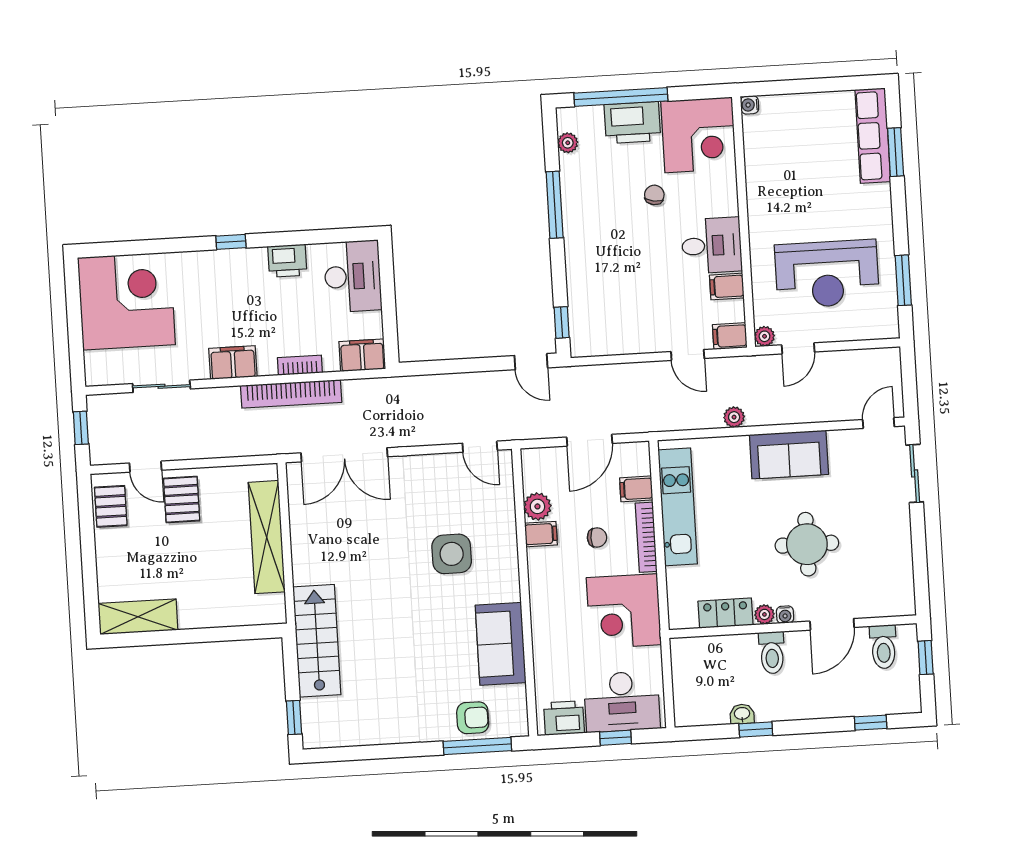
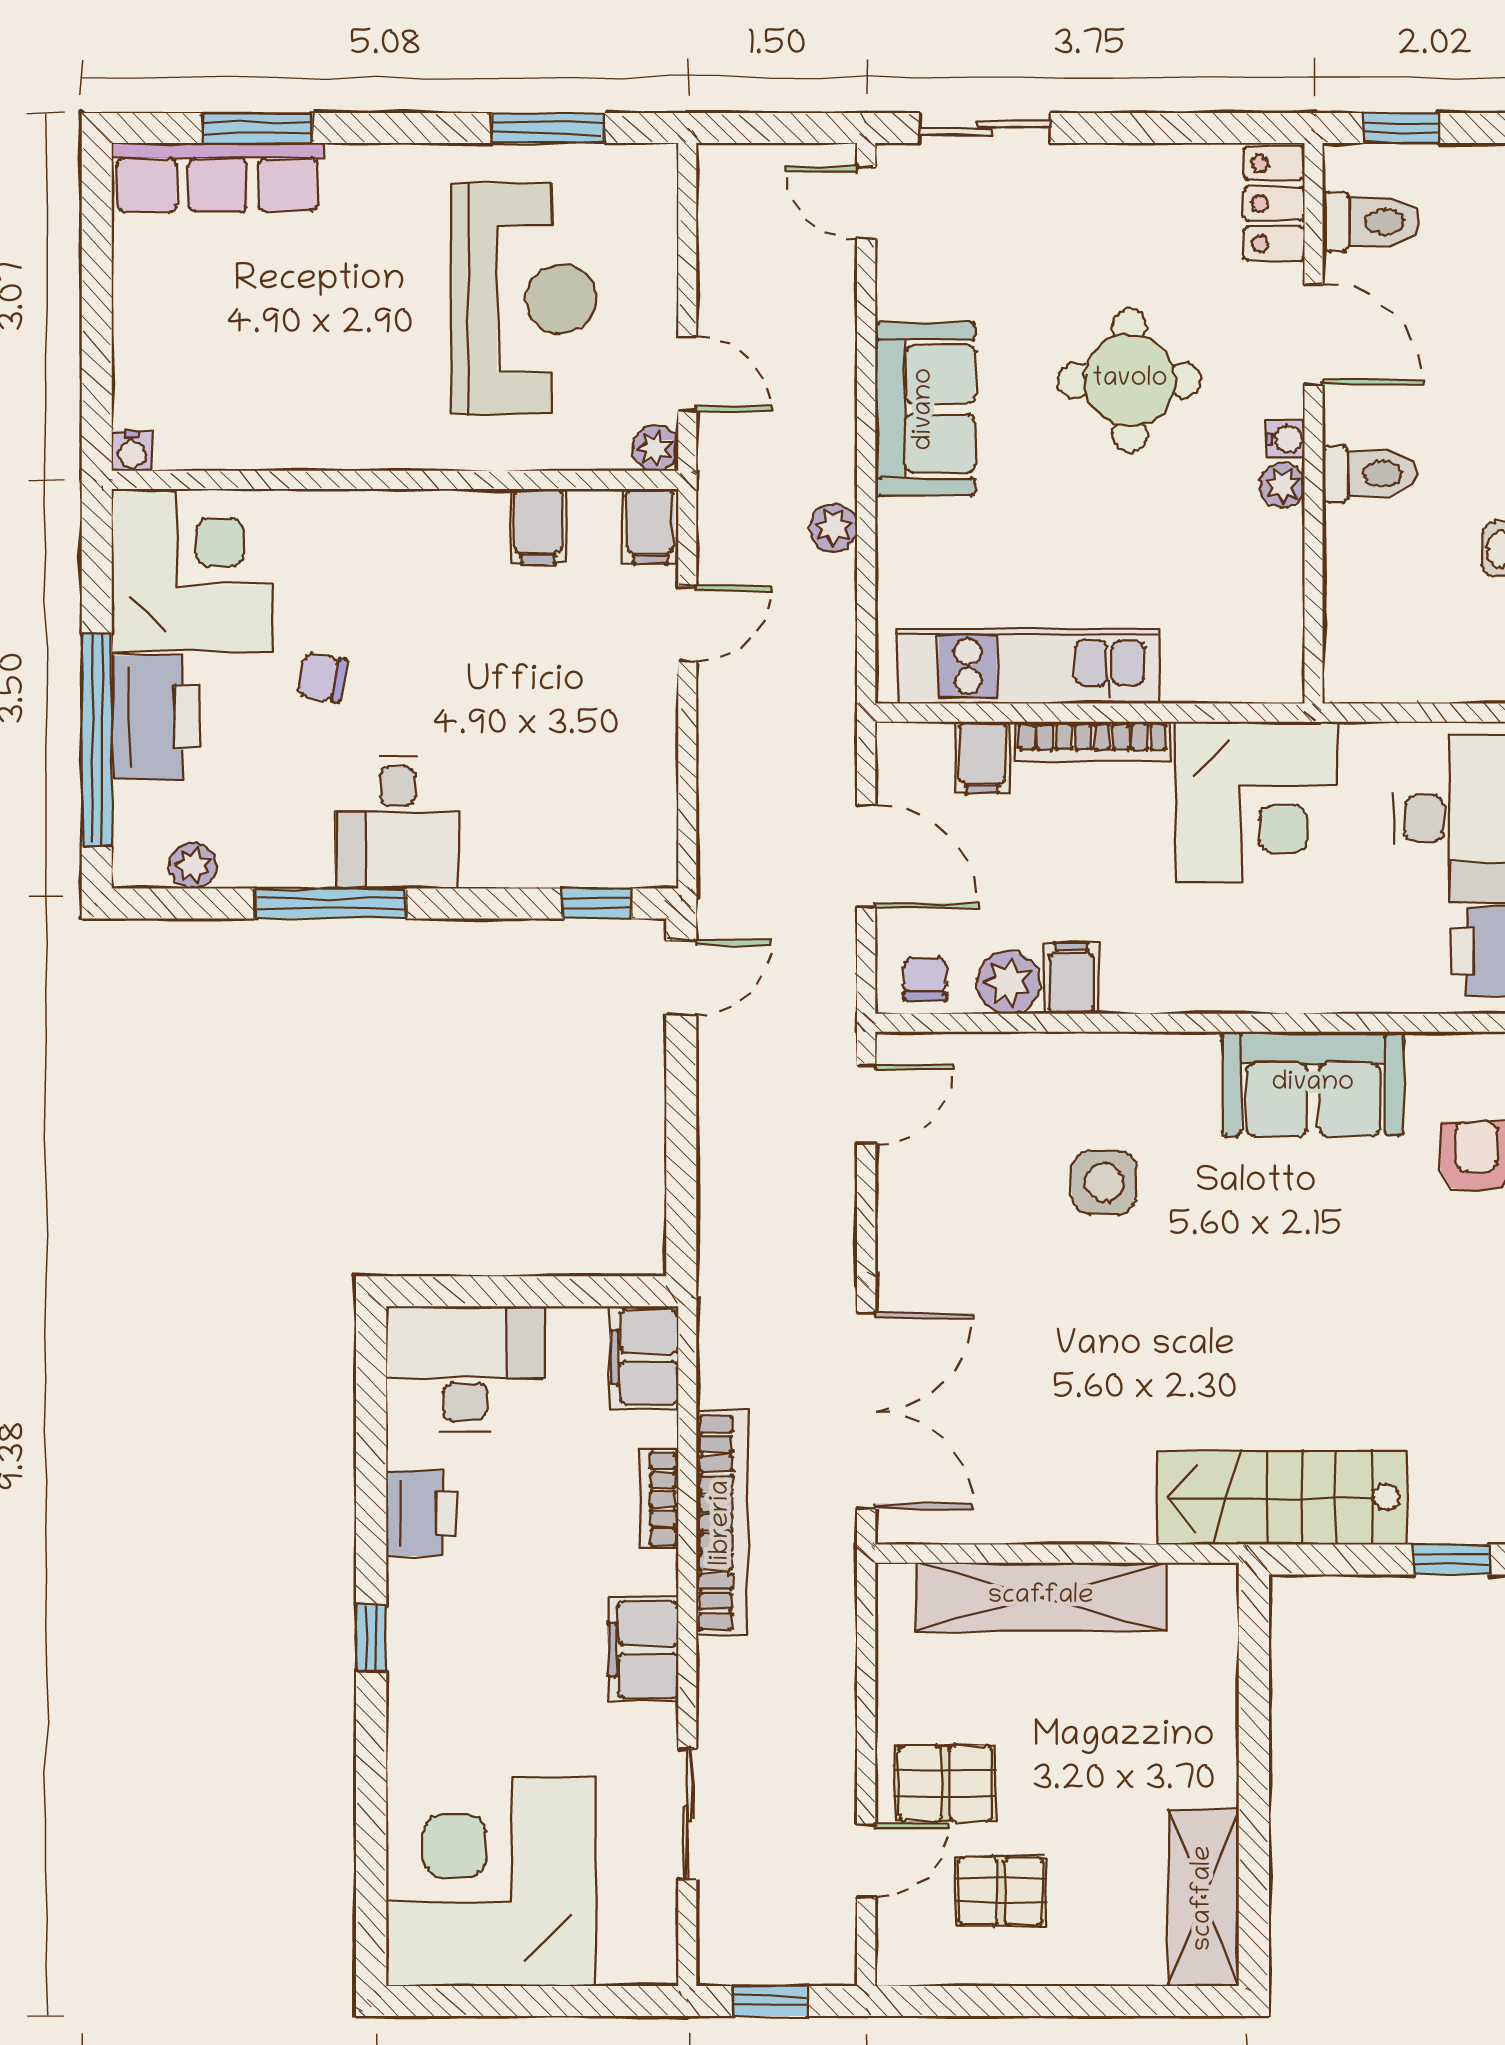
desk: (712, 245) -> (397, 822), moved, turned 180
pallet: (111, 506) -> (1001, 1891), moved
chair: (597, 537) -> (925, 979), moved
side table: (452, 554) -> (1104, 1182), width x0.73, depth x0.73
locker: (726, 613) -> (1274, 203), moved

